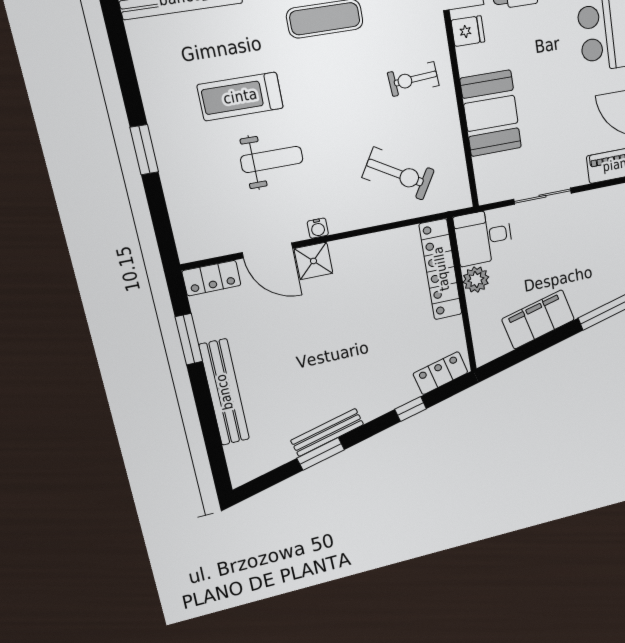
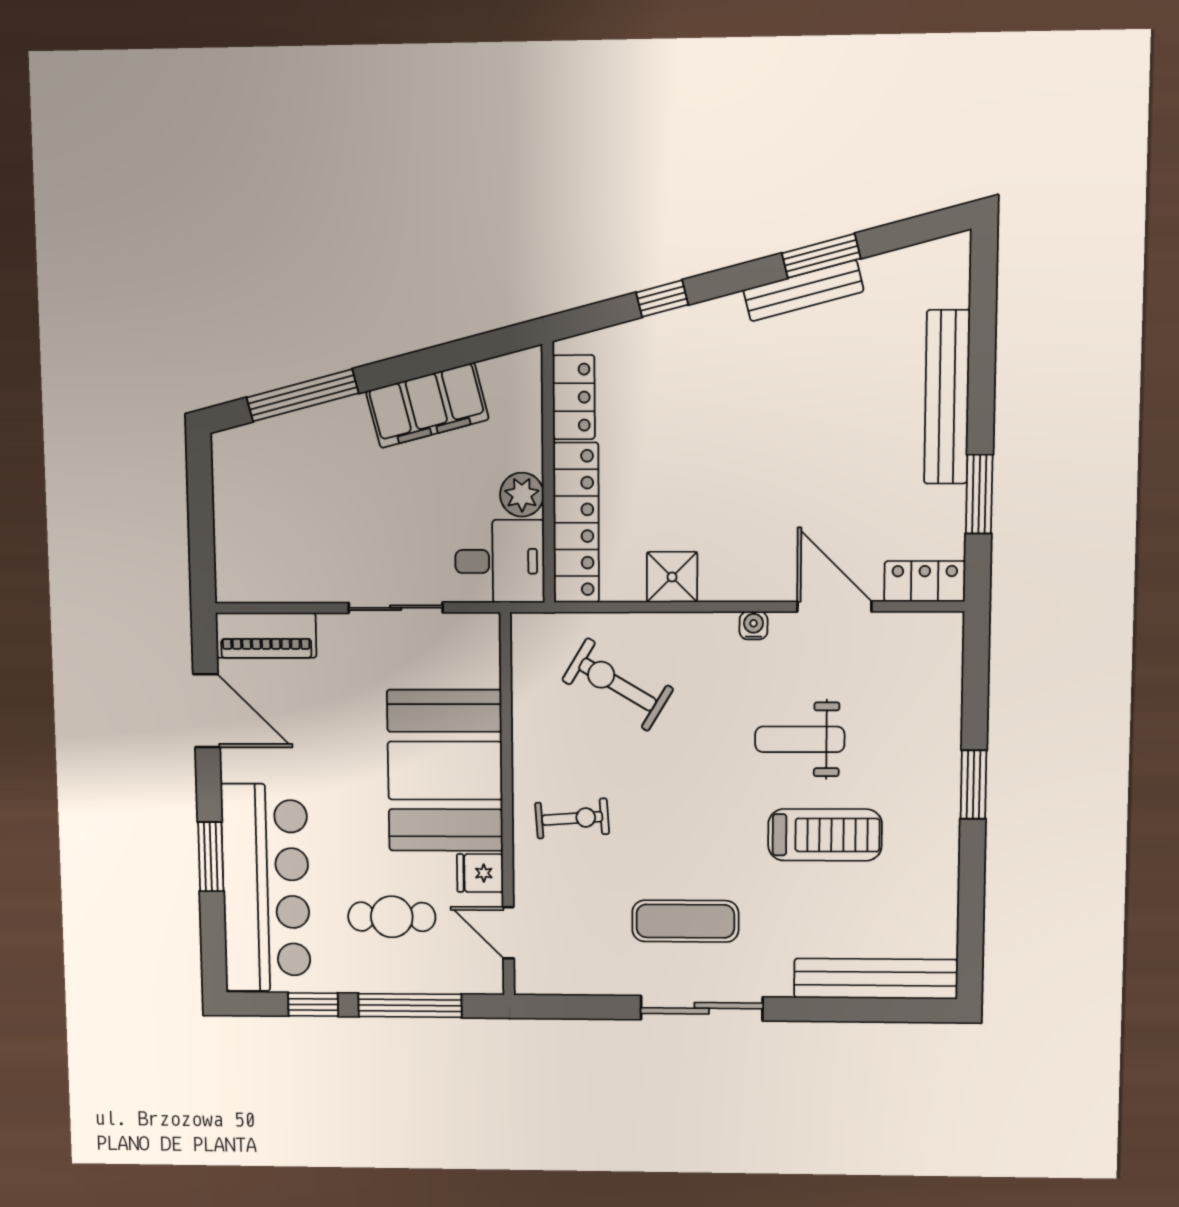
booth: (491, 113) -> (445, 771), width x1.36, depth x1.42
shower: (314, 261) -> (672, 577), moved
locker: (441, 373) -> (574, 397), moved, turned -76

